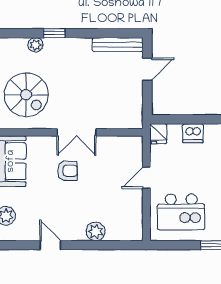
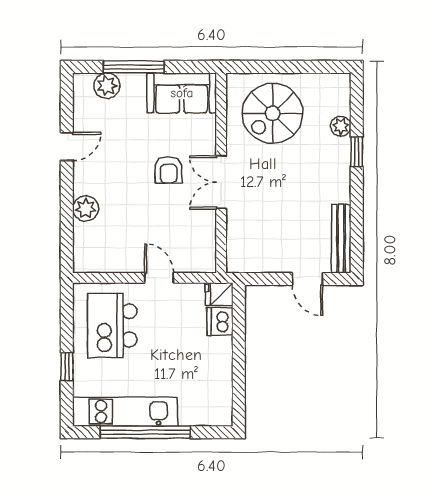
dishwasher: (193, 133) -> (220, 322), moved

